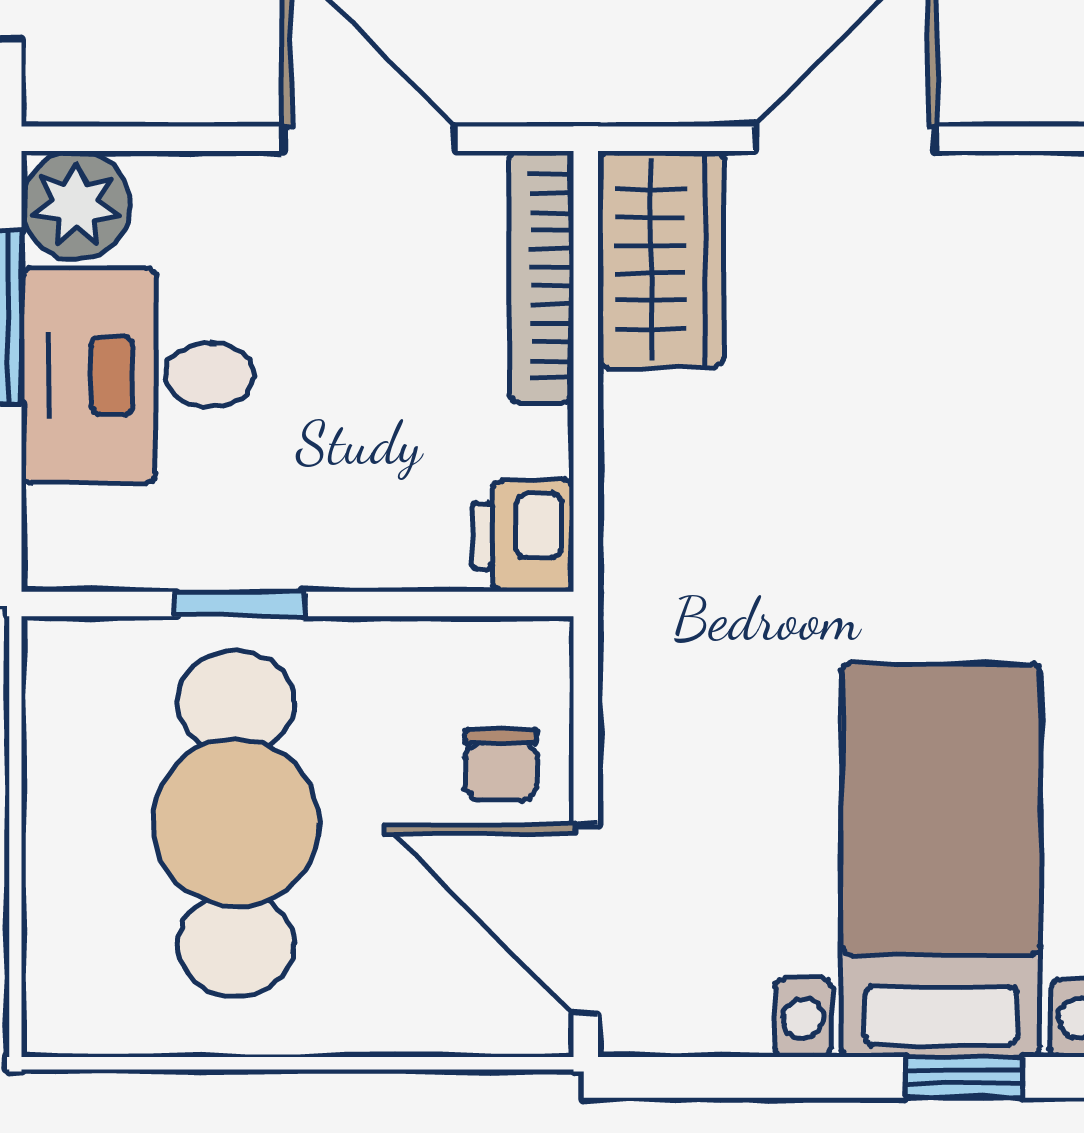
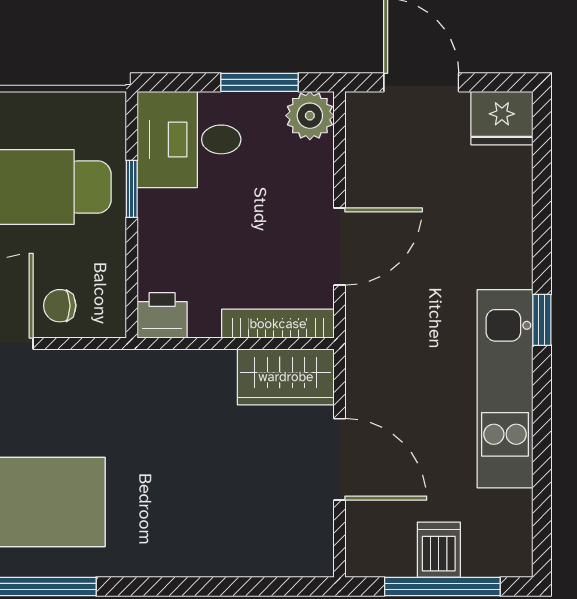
desk: (138, 375) -> (189, 139), moved, turned -90

